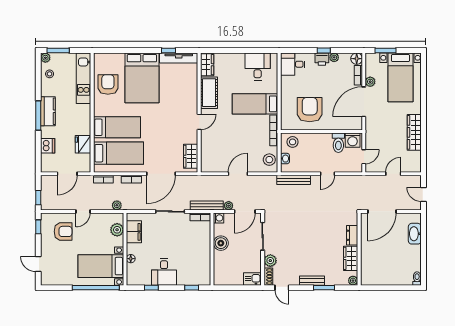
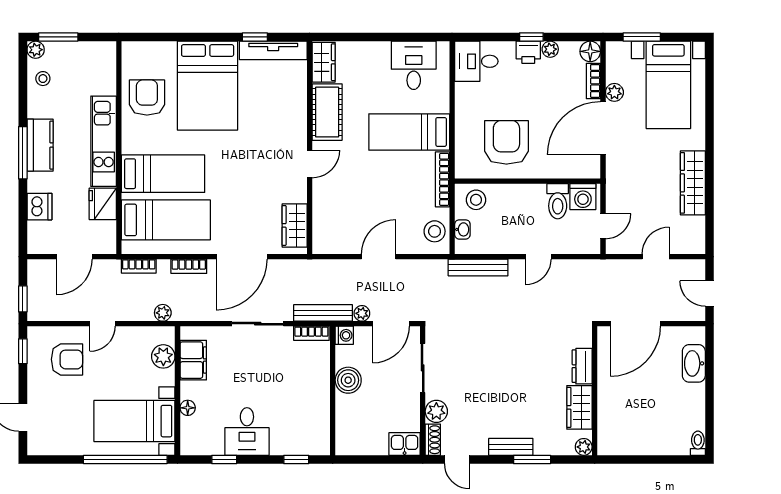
kitchen unit: (84, 78) -> (104, 141), moved

